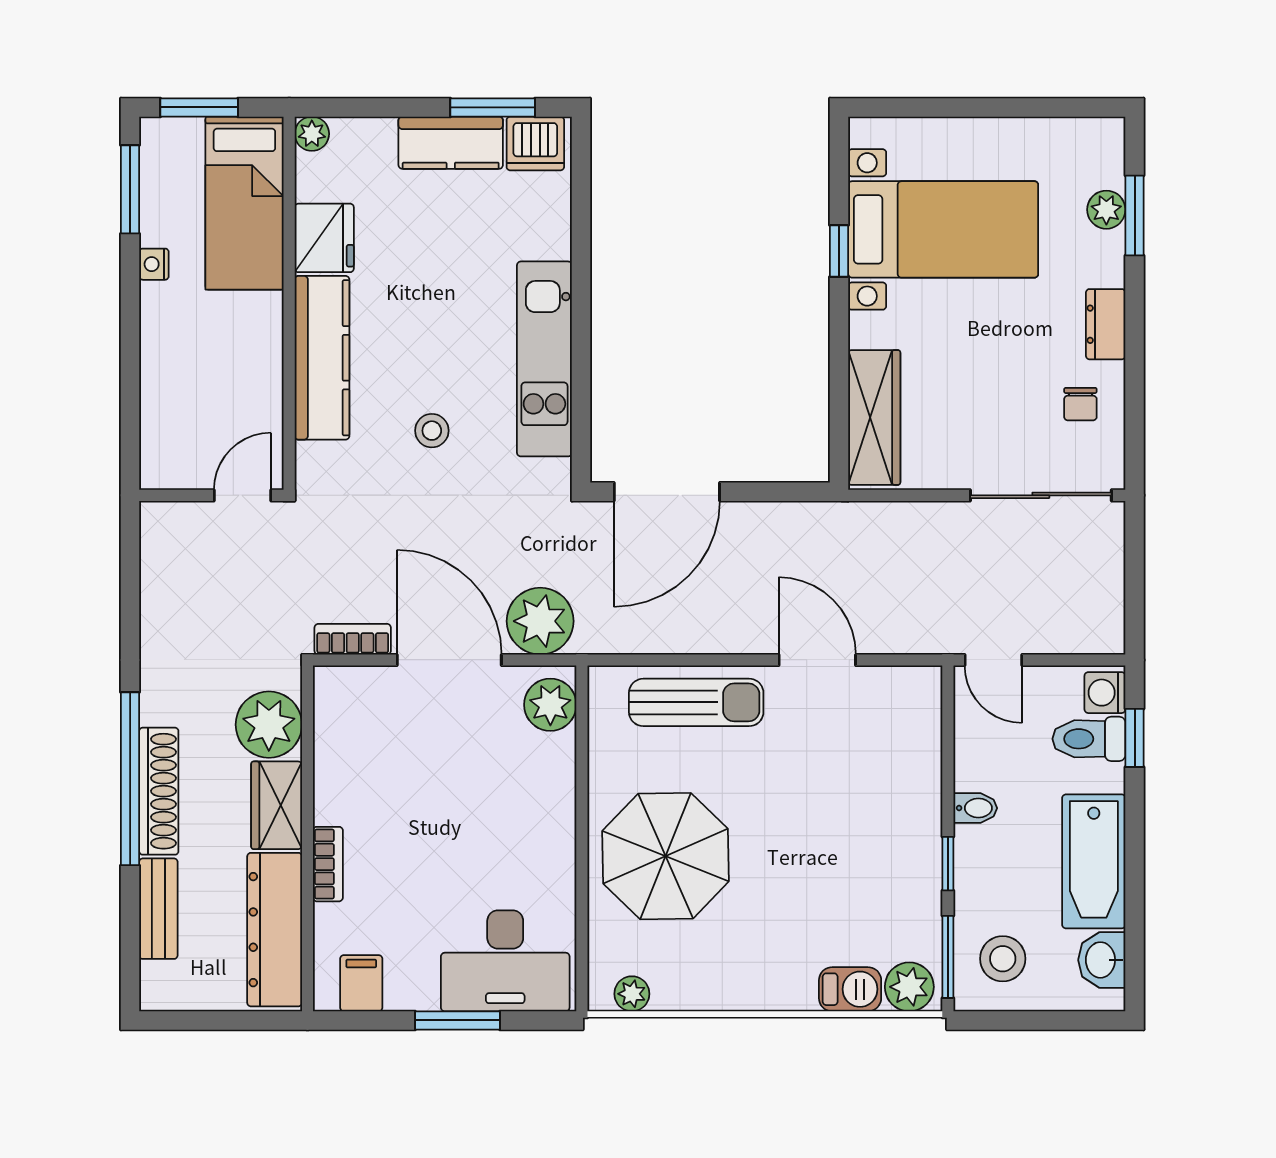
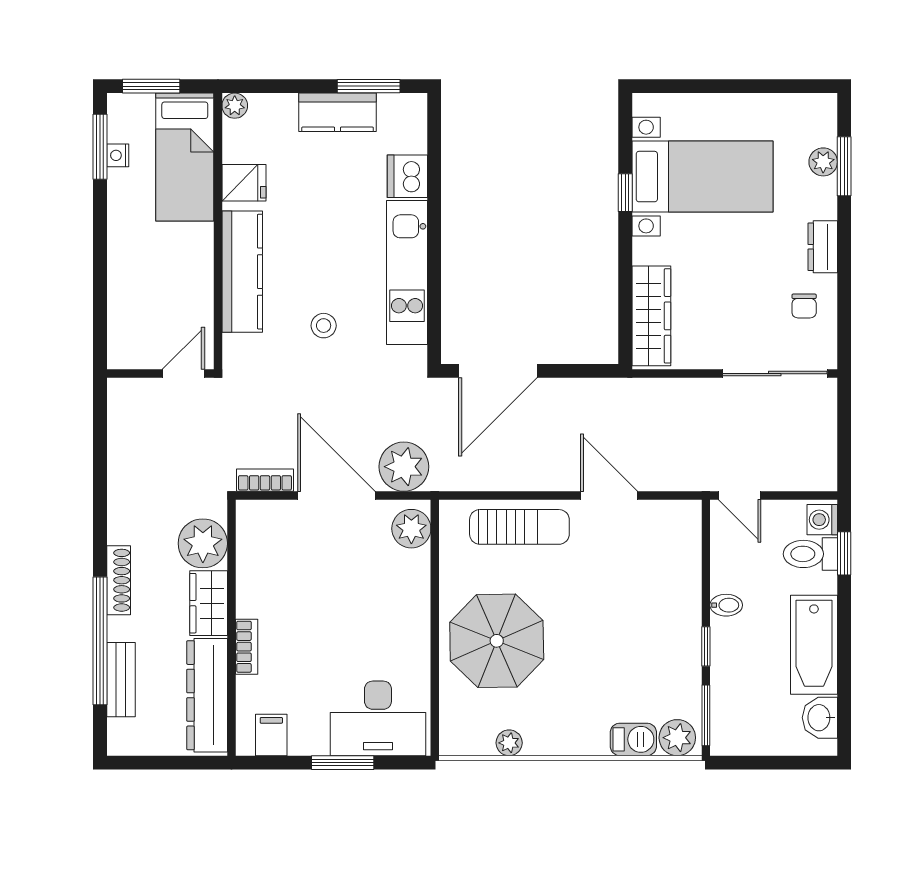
dishwasher: (535, 143) -> (407, 176), moved, turned 90
fridge: (324, 238) -> (244, 183), width x0.72
nightstand: (154, 264) -> (118, 155), moved
window: (130, 779) -> (100, 641), moved
shoe rack: (159, 791) -> (119, 580), width x0.74, depth x0.81
stool: (1003, 959) -> (747, 717), removed
plant: (632, 994) -> (509, 743), moved

